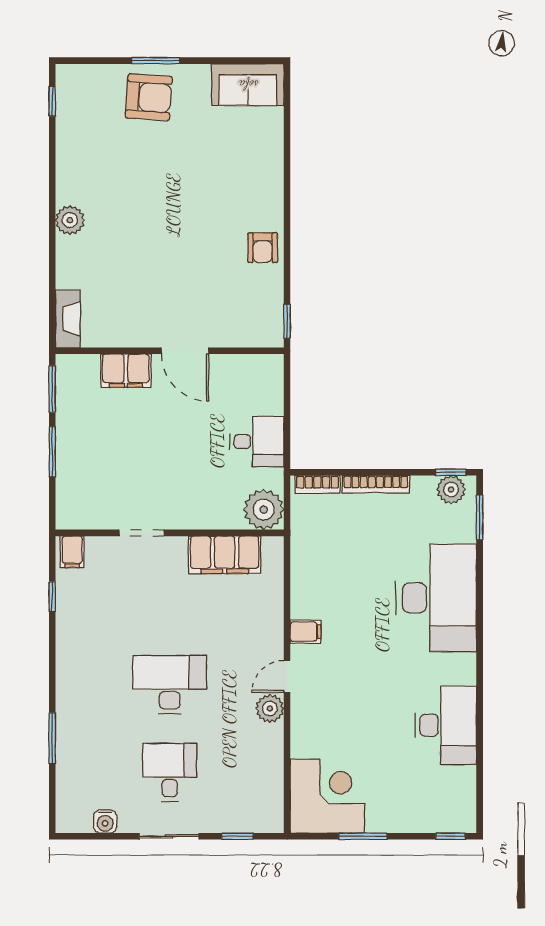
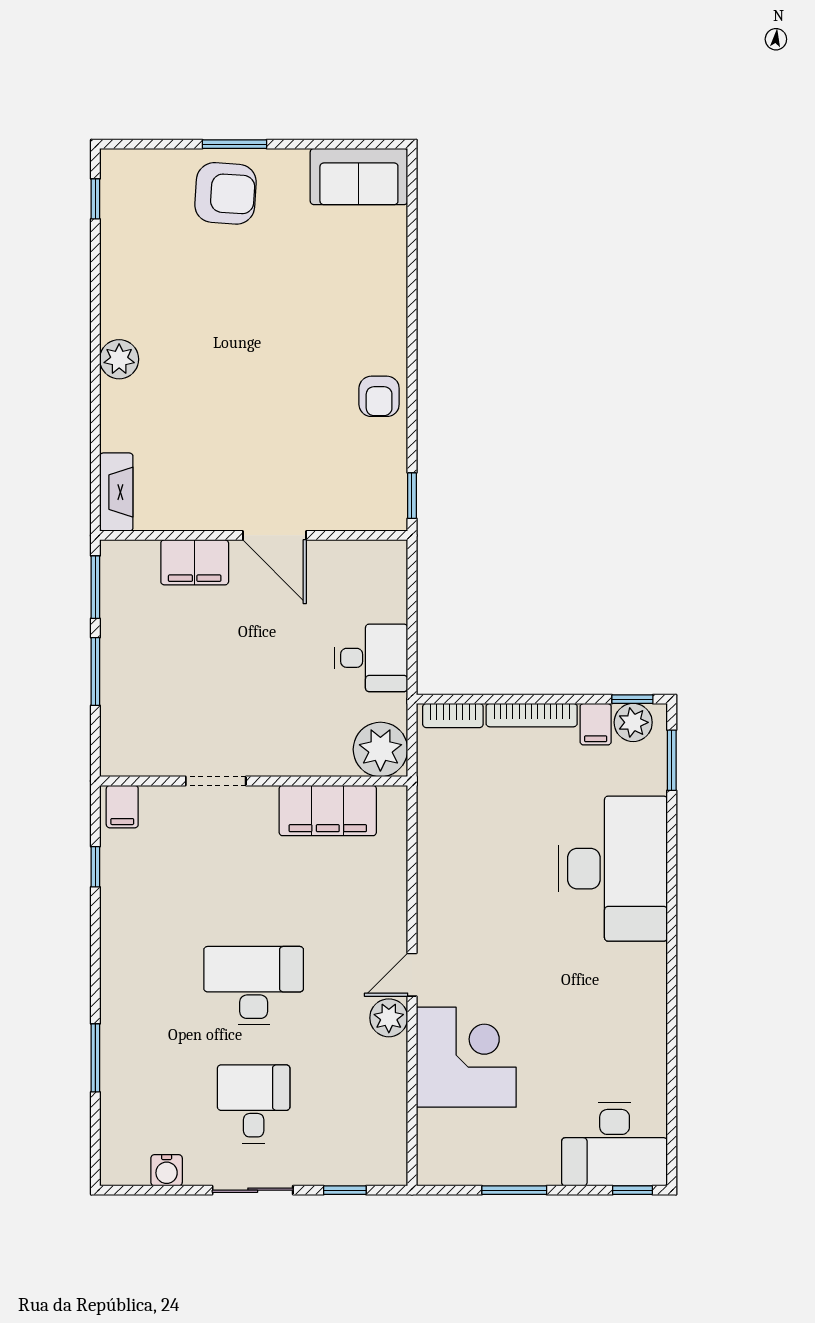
filing cabinet: (306, 632) -> (596, 724), moved, turned 90
desk: (446, 725) -> (615, 1144), moved, turned 90
corner desk: (327, 796) -> (466, 1057), moved

